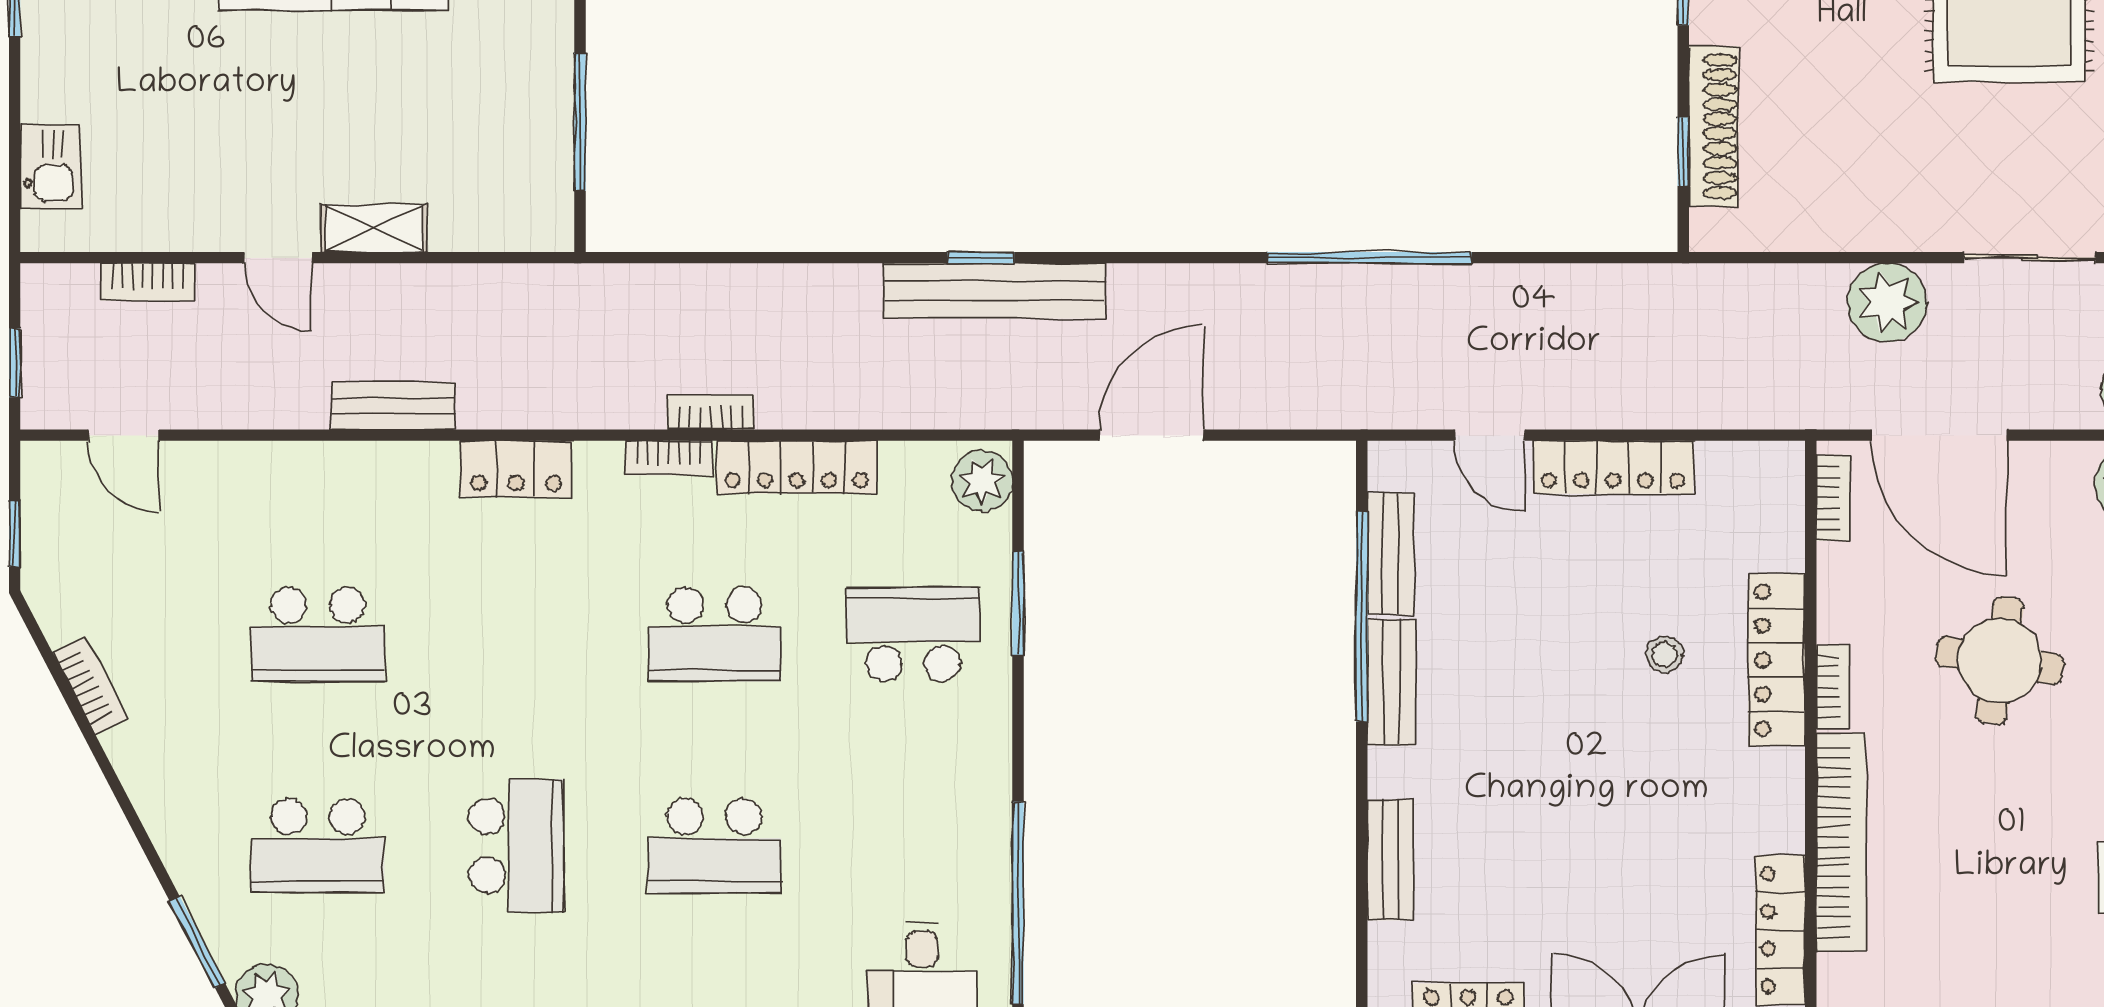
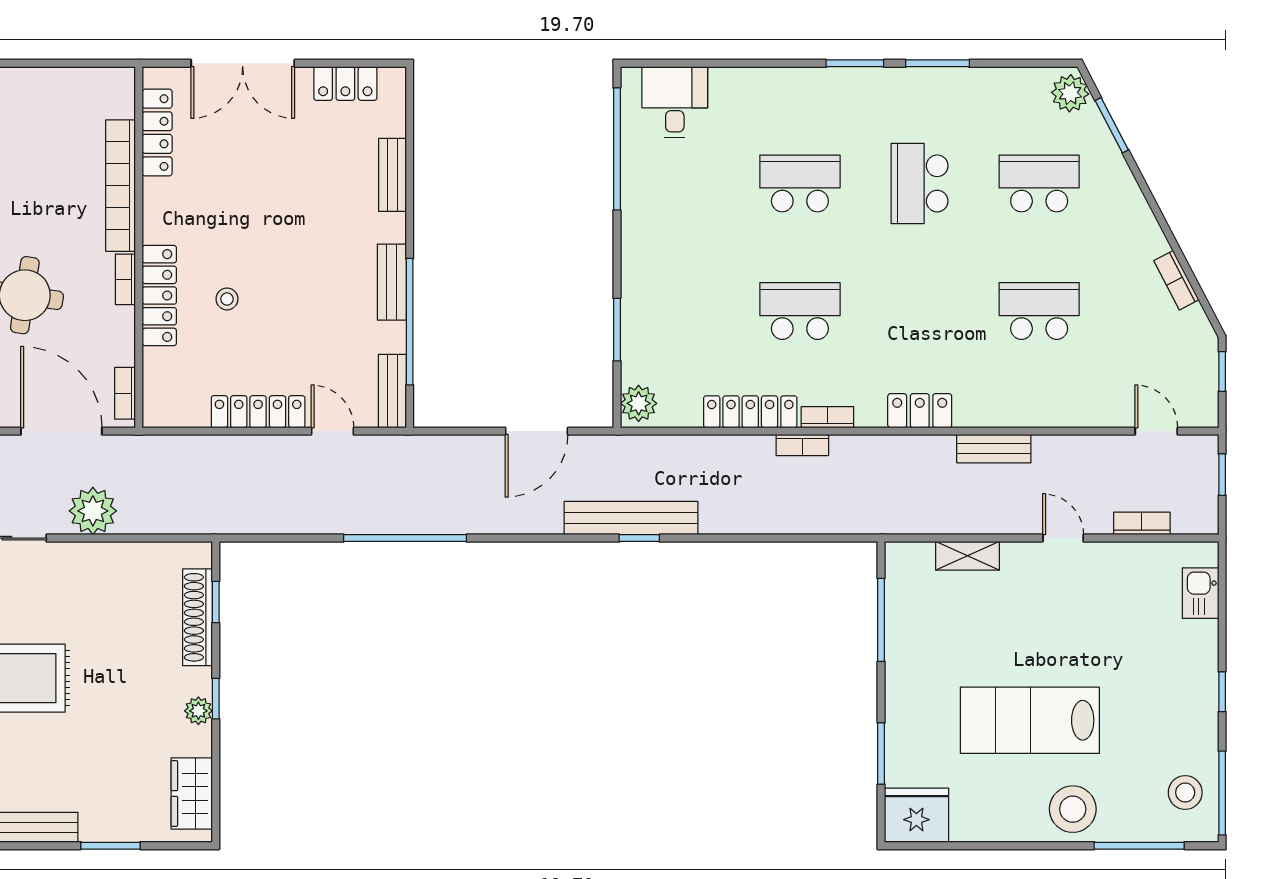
shelving: (374, 228) -> (967, 556), moved
bench: (1390, 554) -> (392, 391), moved
school desk: (913, 634) -> (680, 311), removed

